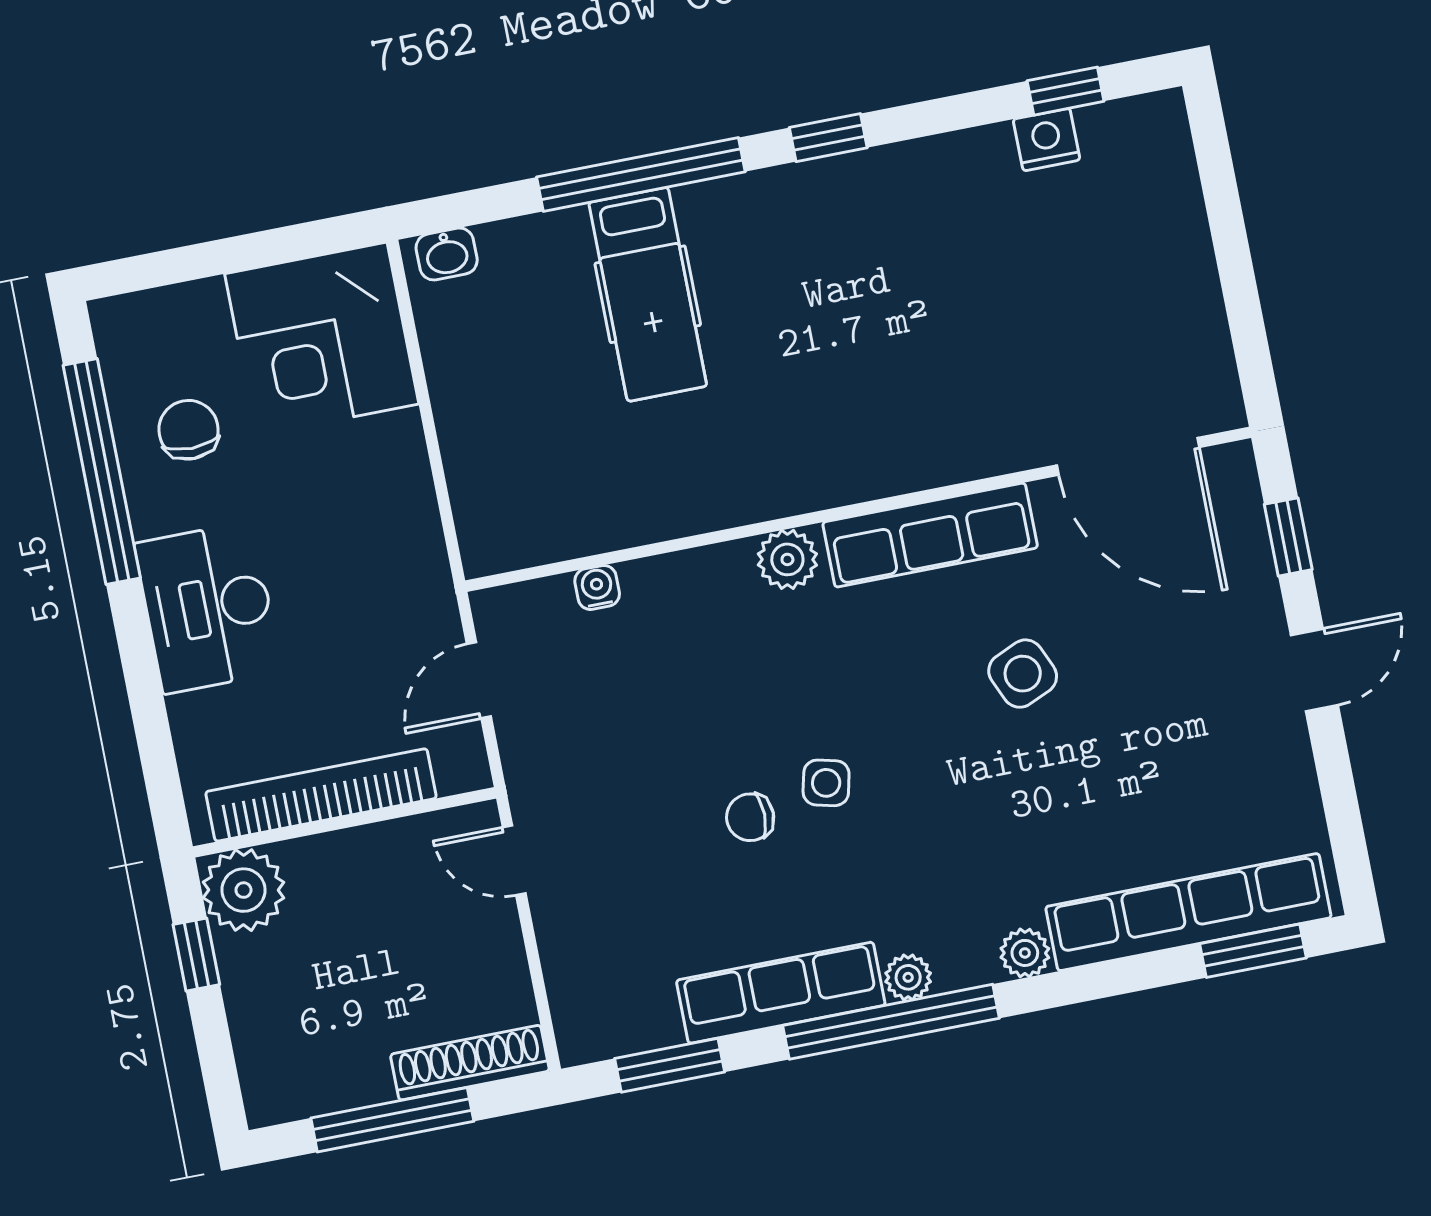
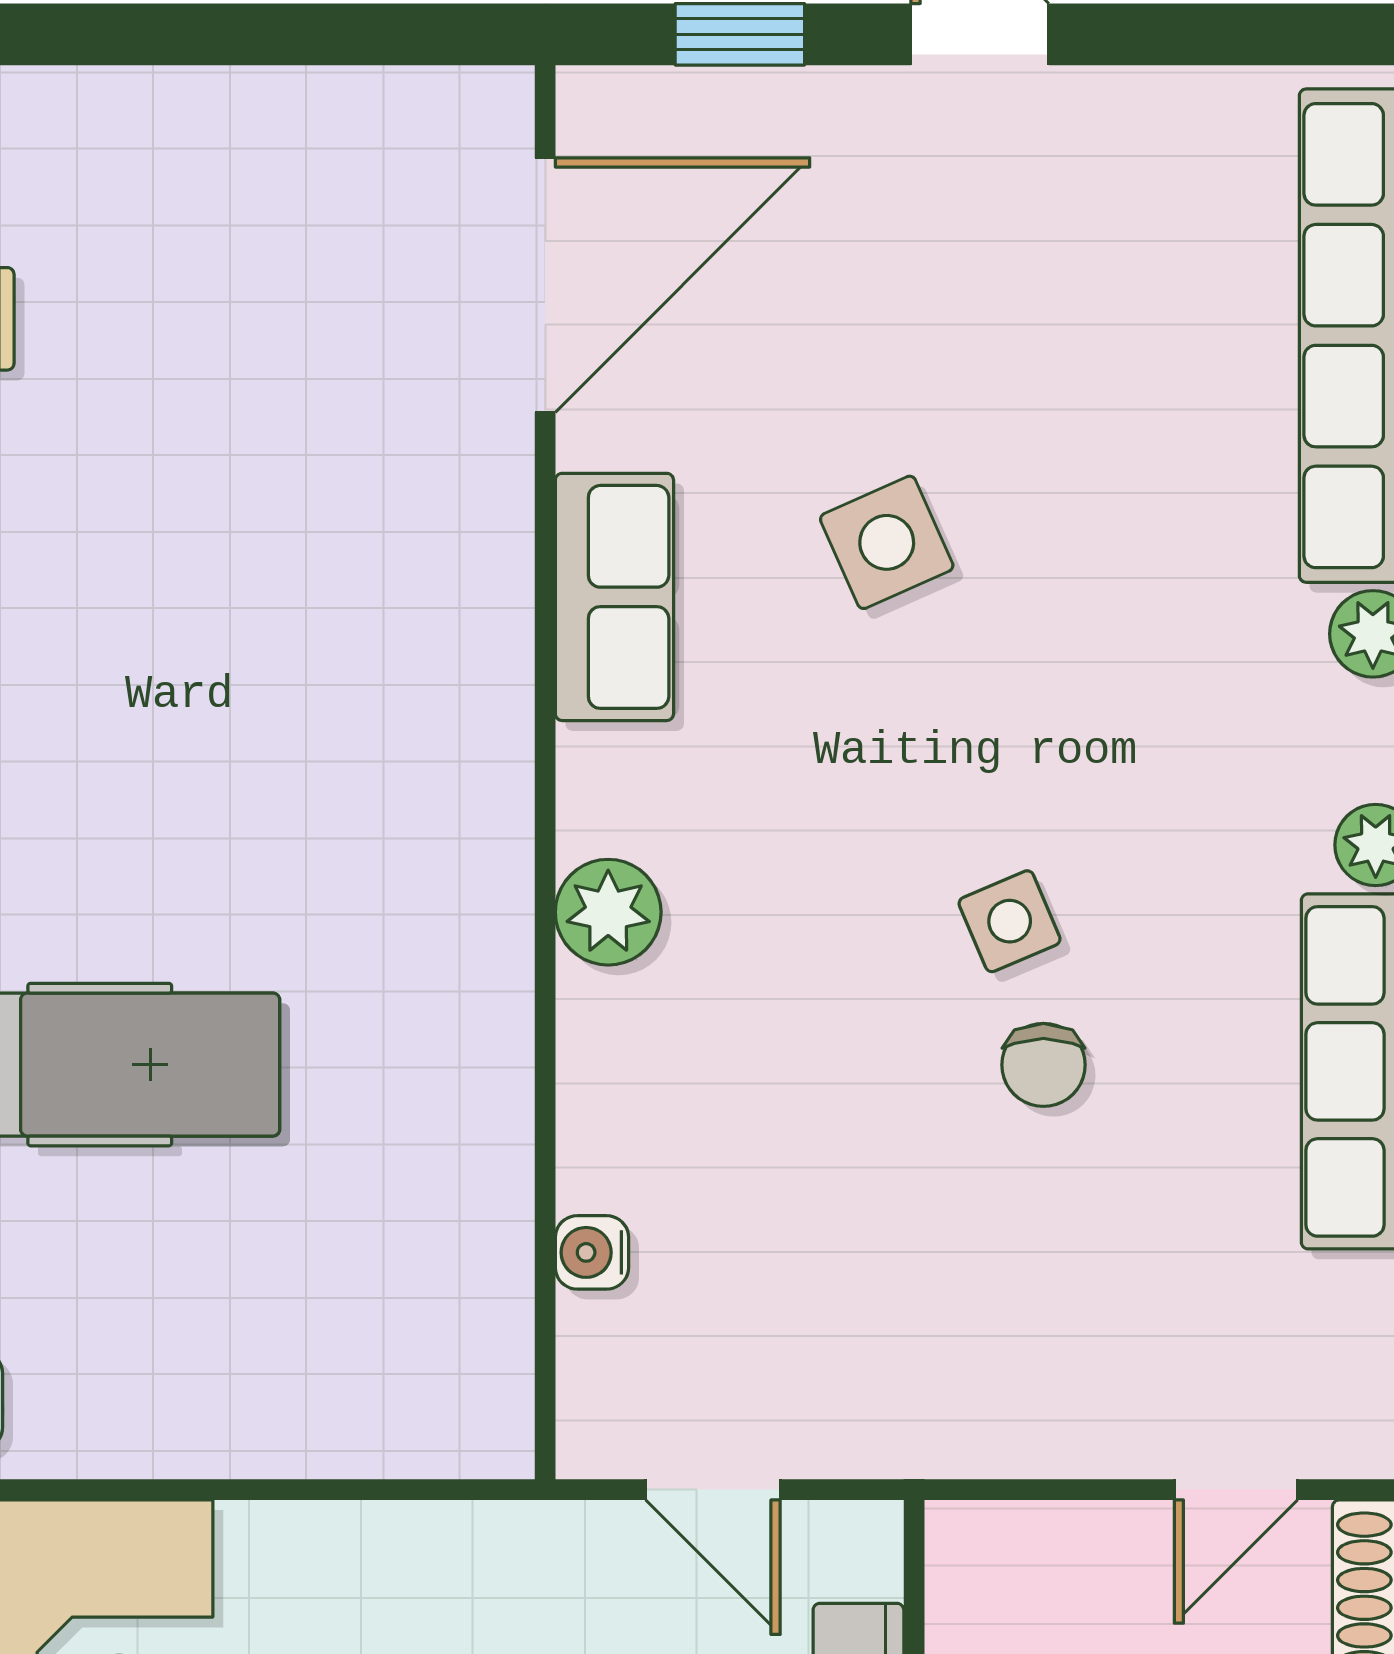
row of seats: (930, 535) -> (614, 597), width x0.68
side table: (826, 783) -> (1010, 921), turned -36
door: (514, 860) -> (1236, 1490), moved

